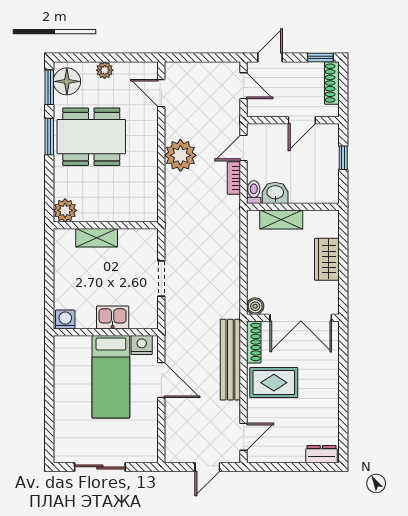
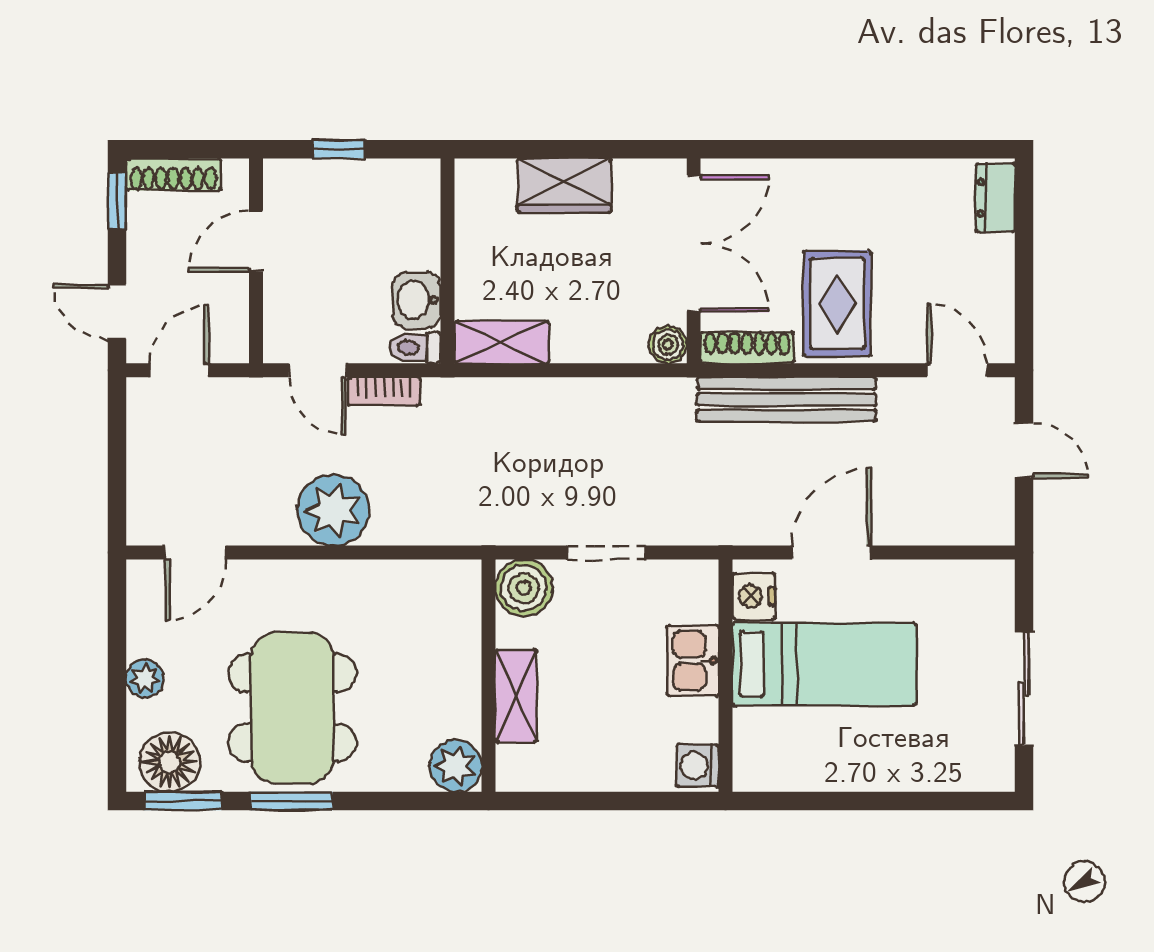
door: (302, 120) -> (256, 241), swing flipped
shelving: (281, 219) -> (502, 342), moved, turned 90
boiler: (145, 241) -> (524, 588), added

